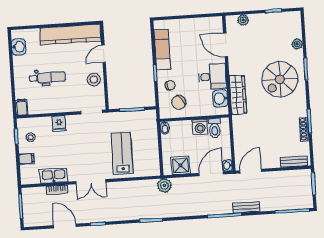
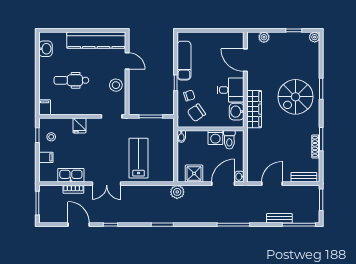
plant: (297, 44) -> (315, 37), moved
door: (104, 54) -> (127, 61), swing flipped
dental chair: (48, 78) -> (71, 80), turned 180
door: (251, 171) -> (272, 184), moved
bench: (246, 207) -> (279, 218), moved

